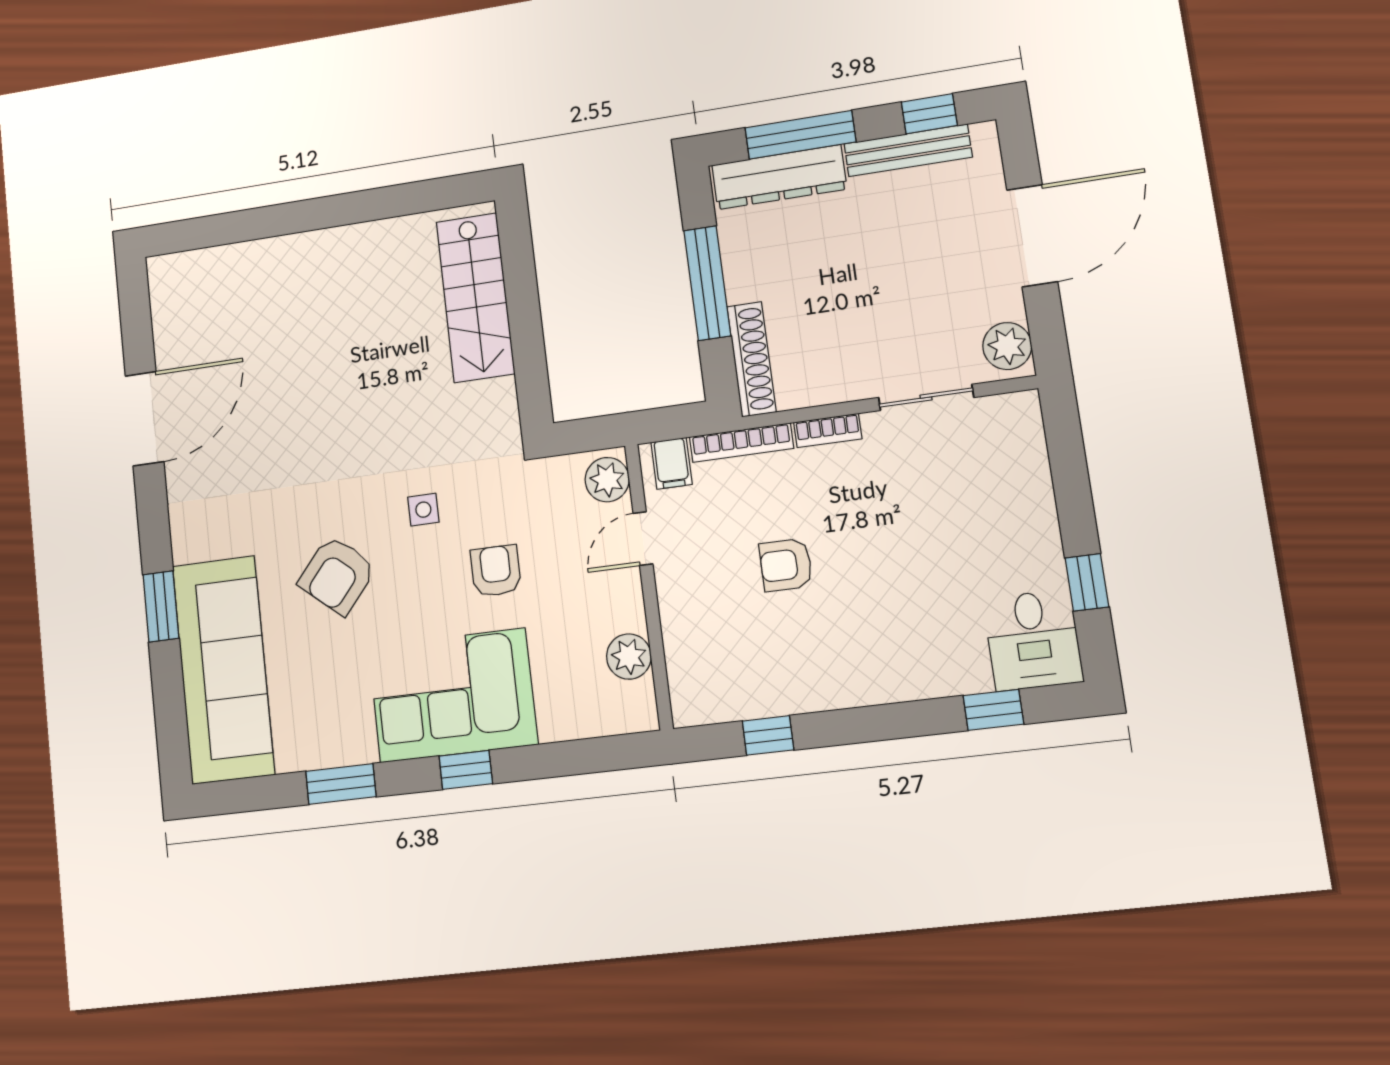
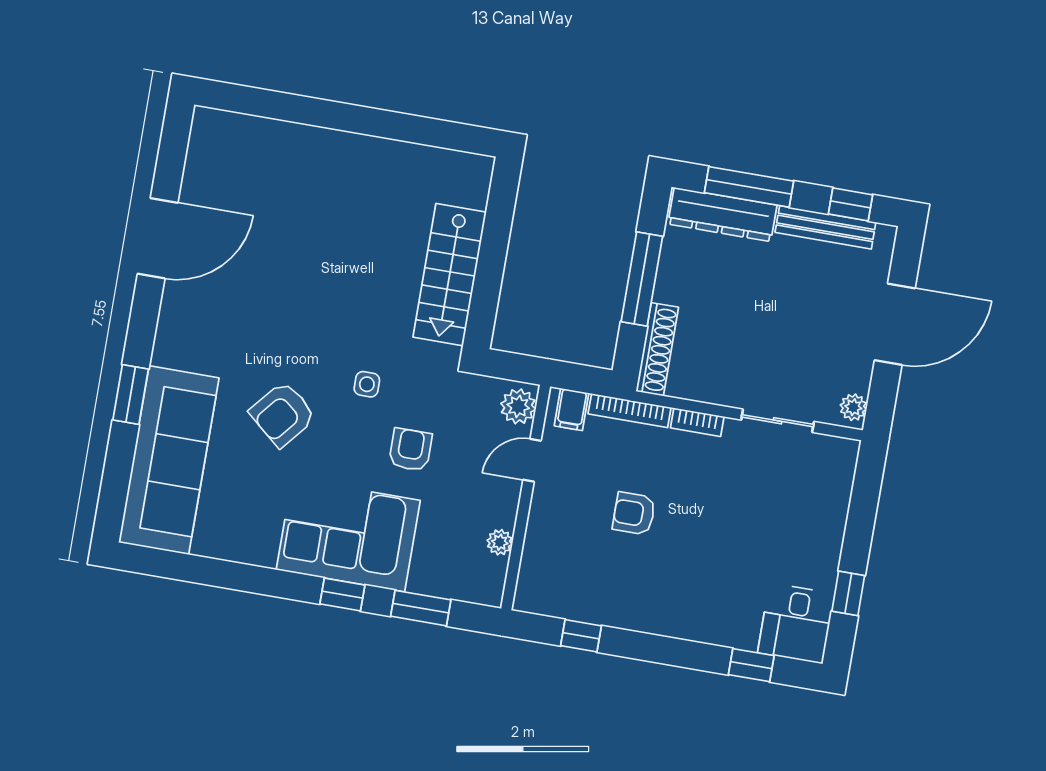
stairs: (475, 297) -> (450, 275), moved
plant: (1007, 346) -> (853, 407), width x0.73, depth x0.73
plant: (629, 657) -> (500, 542), width x0.73, depth x0.73
window: (341, 784) -> (421, 608), moved

